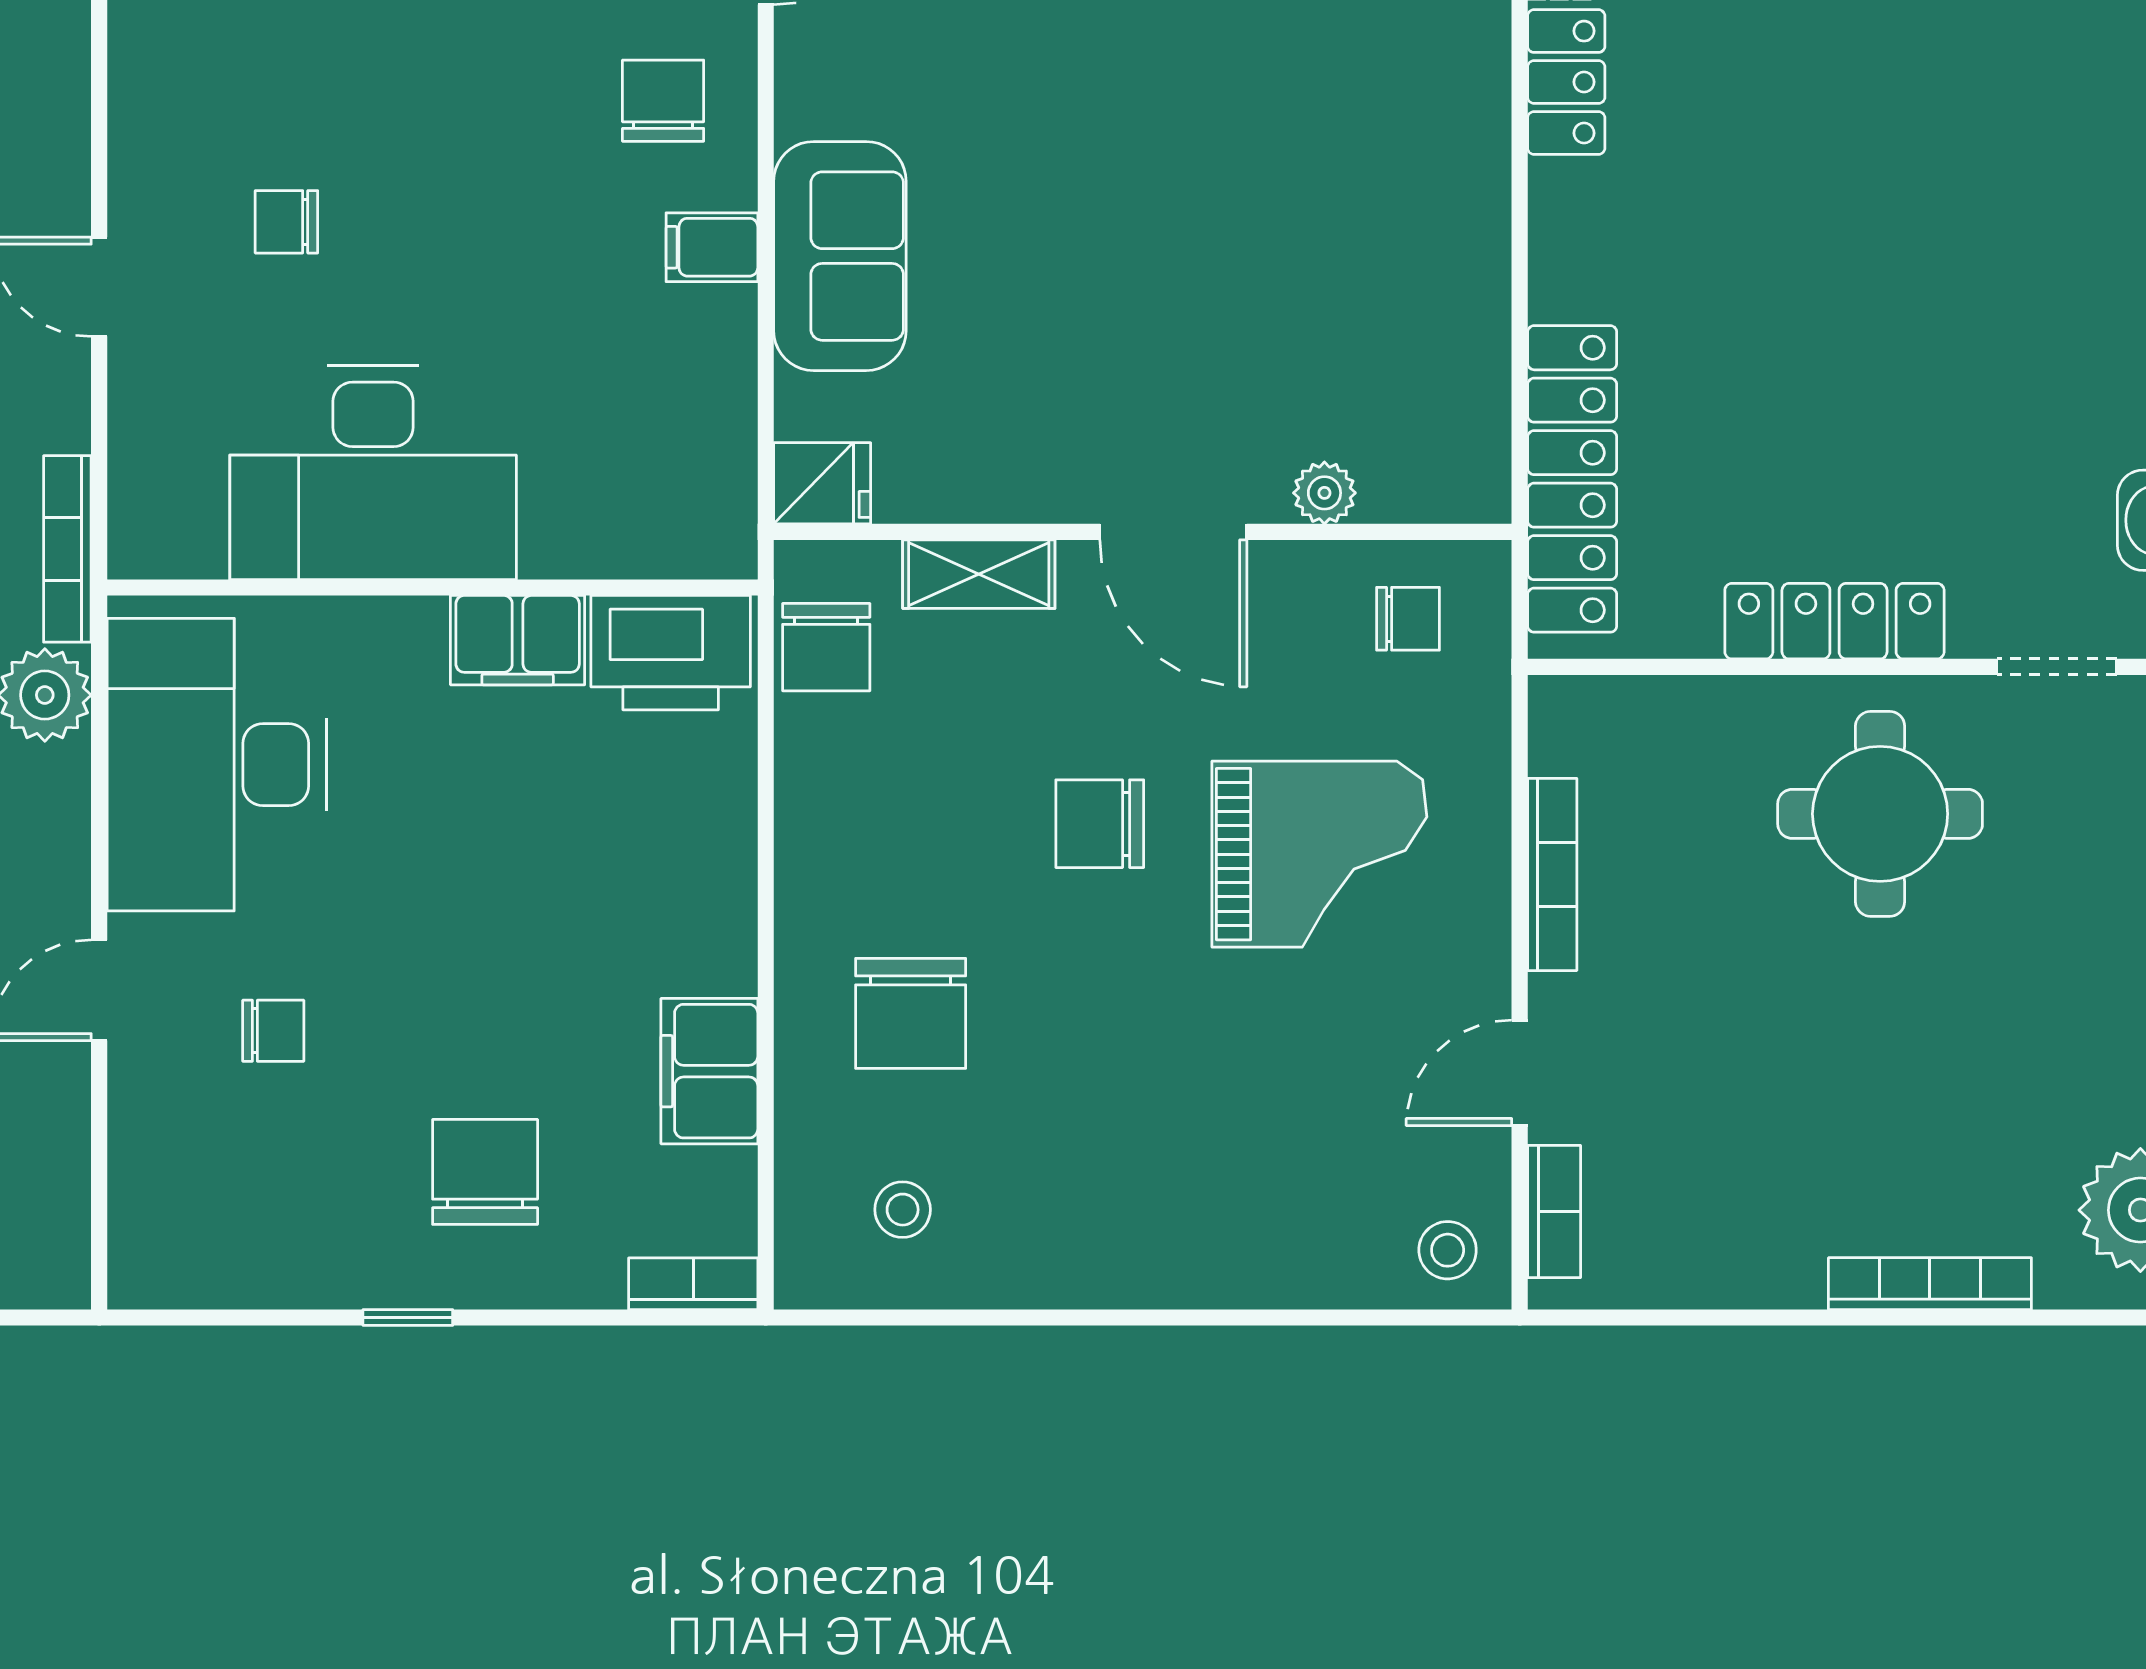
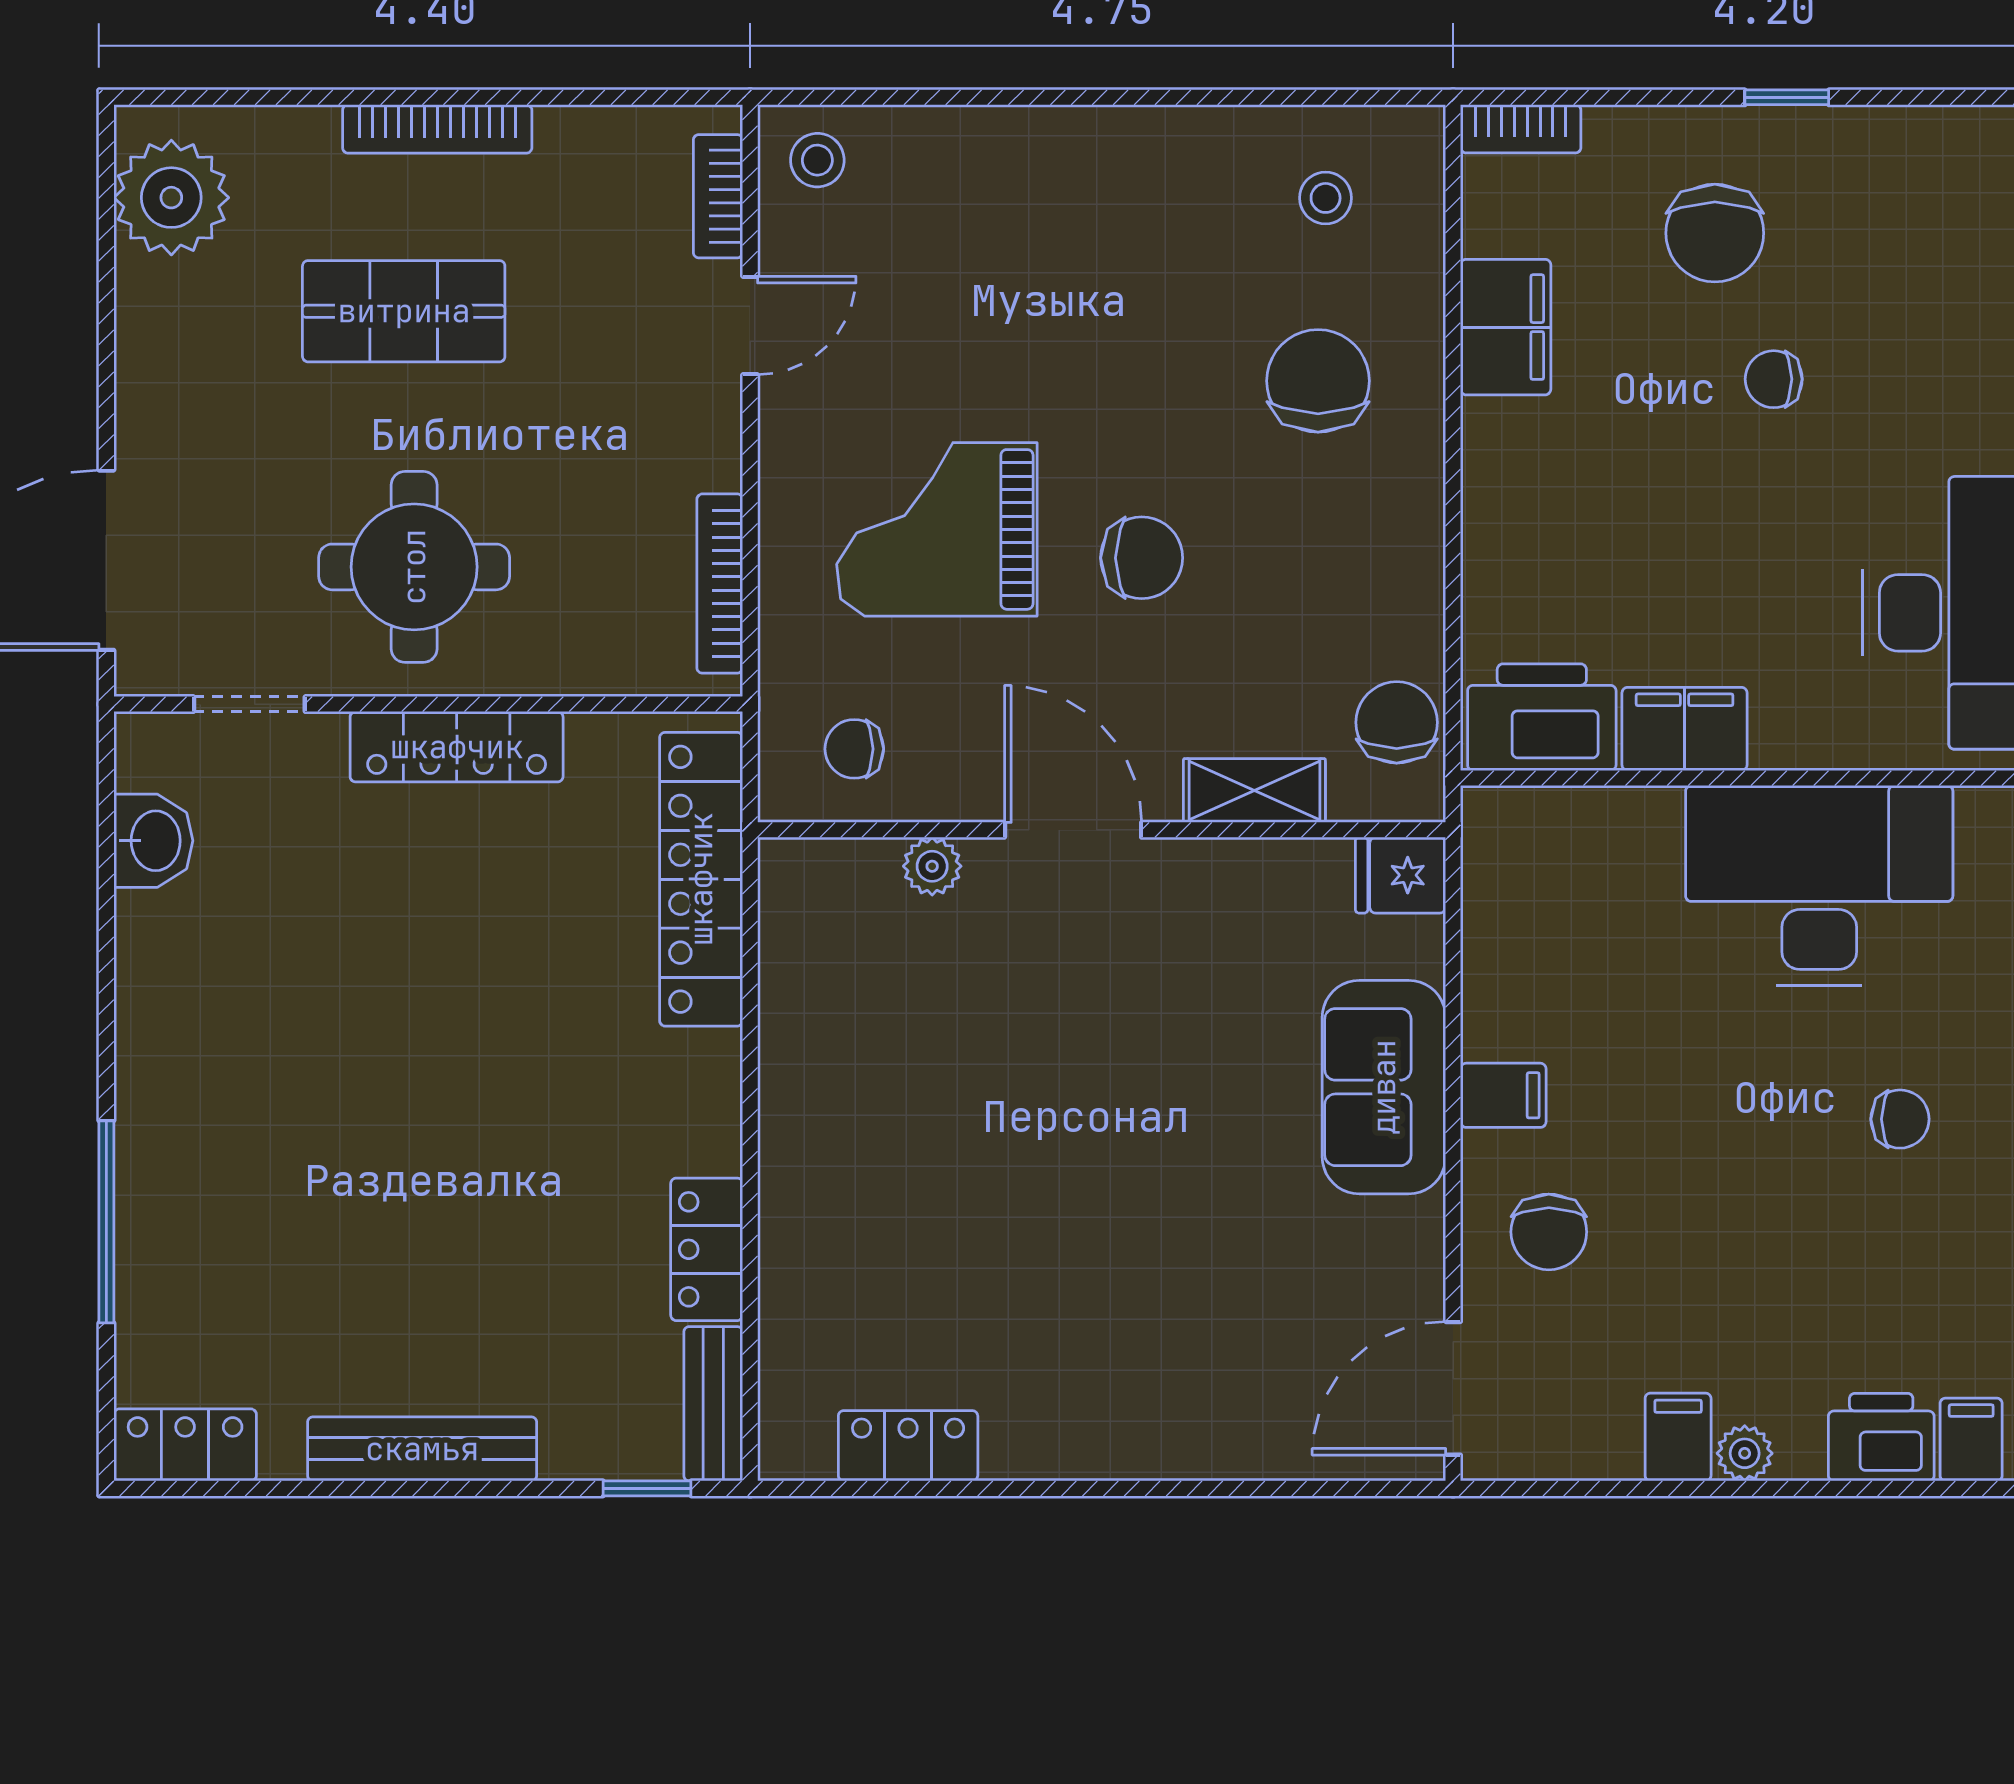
bookcase: (1552, 874) -> (720, 584), moved
chair: (273, 1031) -> (1774, 379), moved
shop shelf: (1891, 1088) -> (404, 311), added
bookcase: (1930, 1284) -> (437, 129), moved

